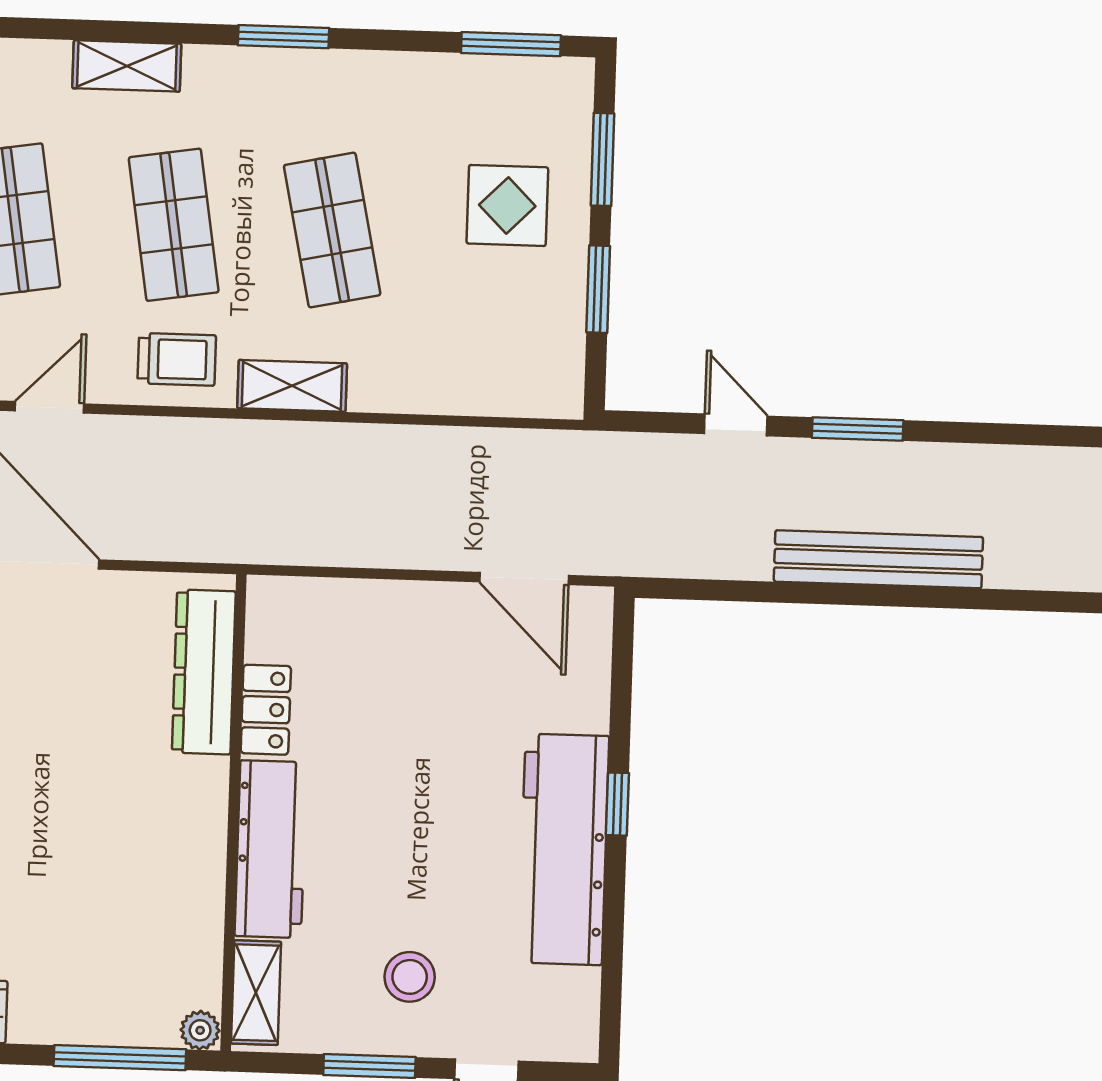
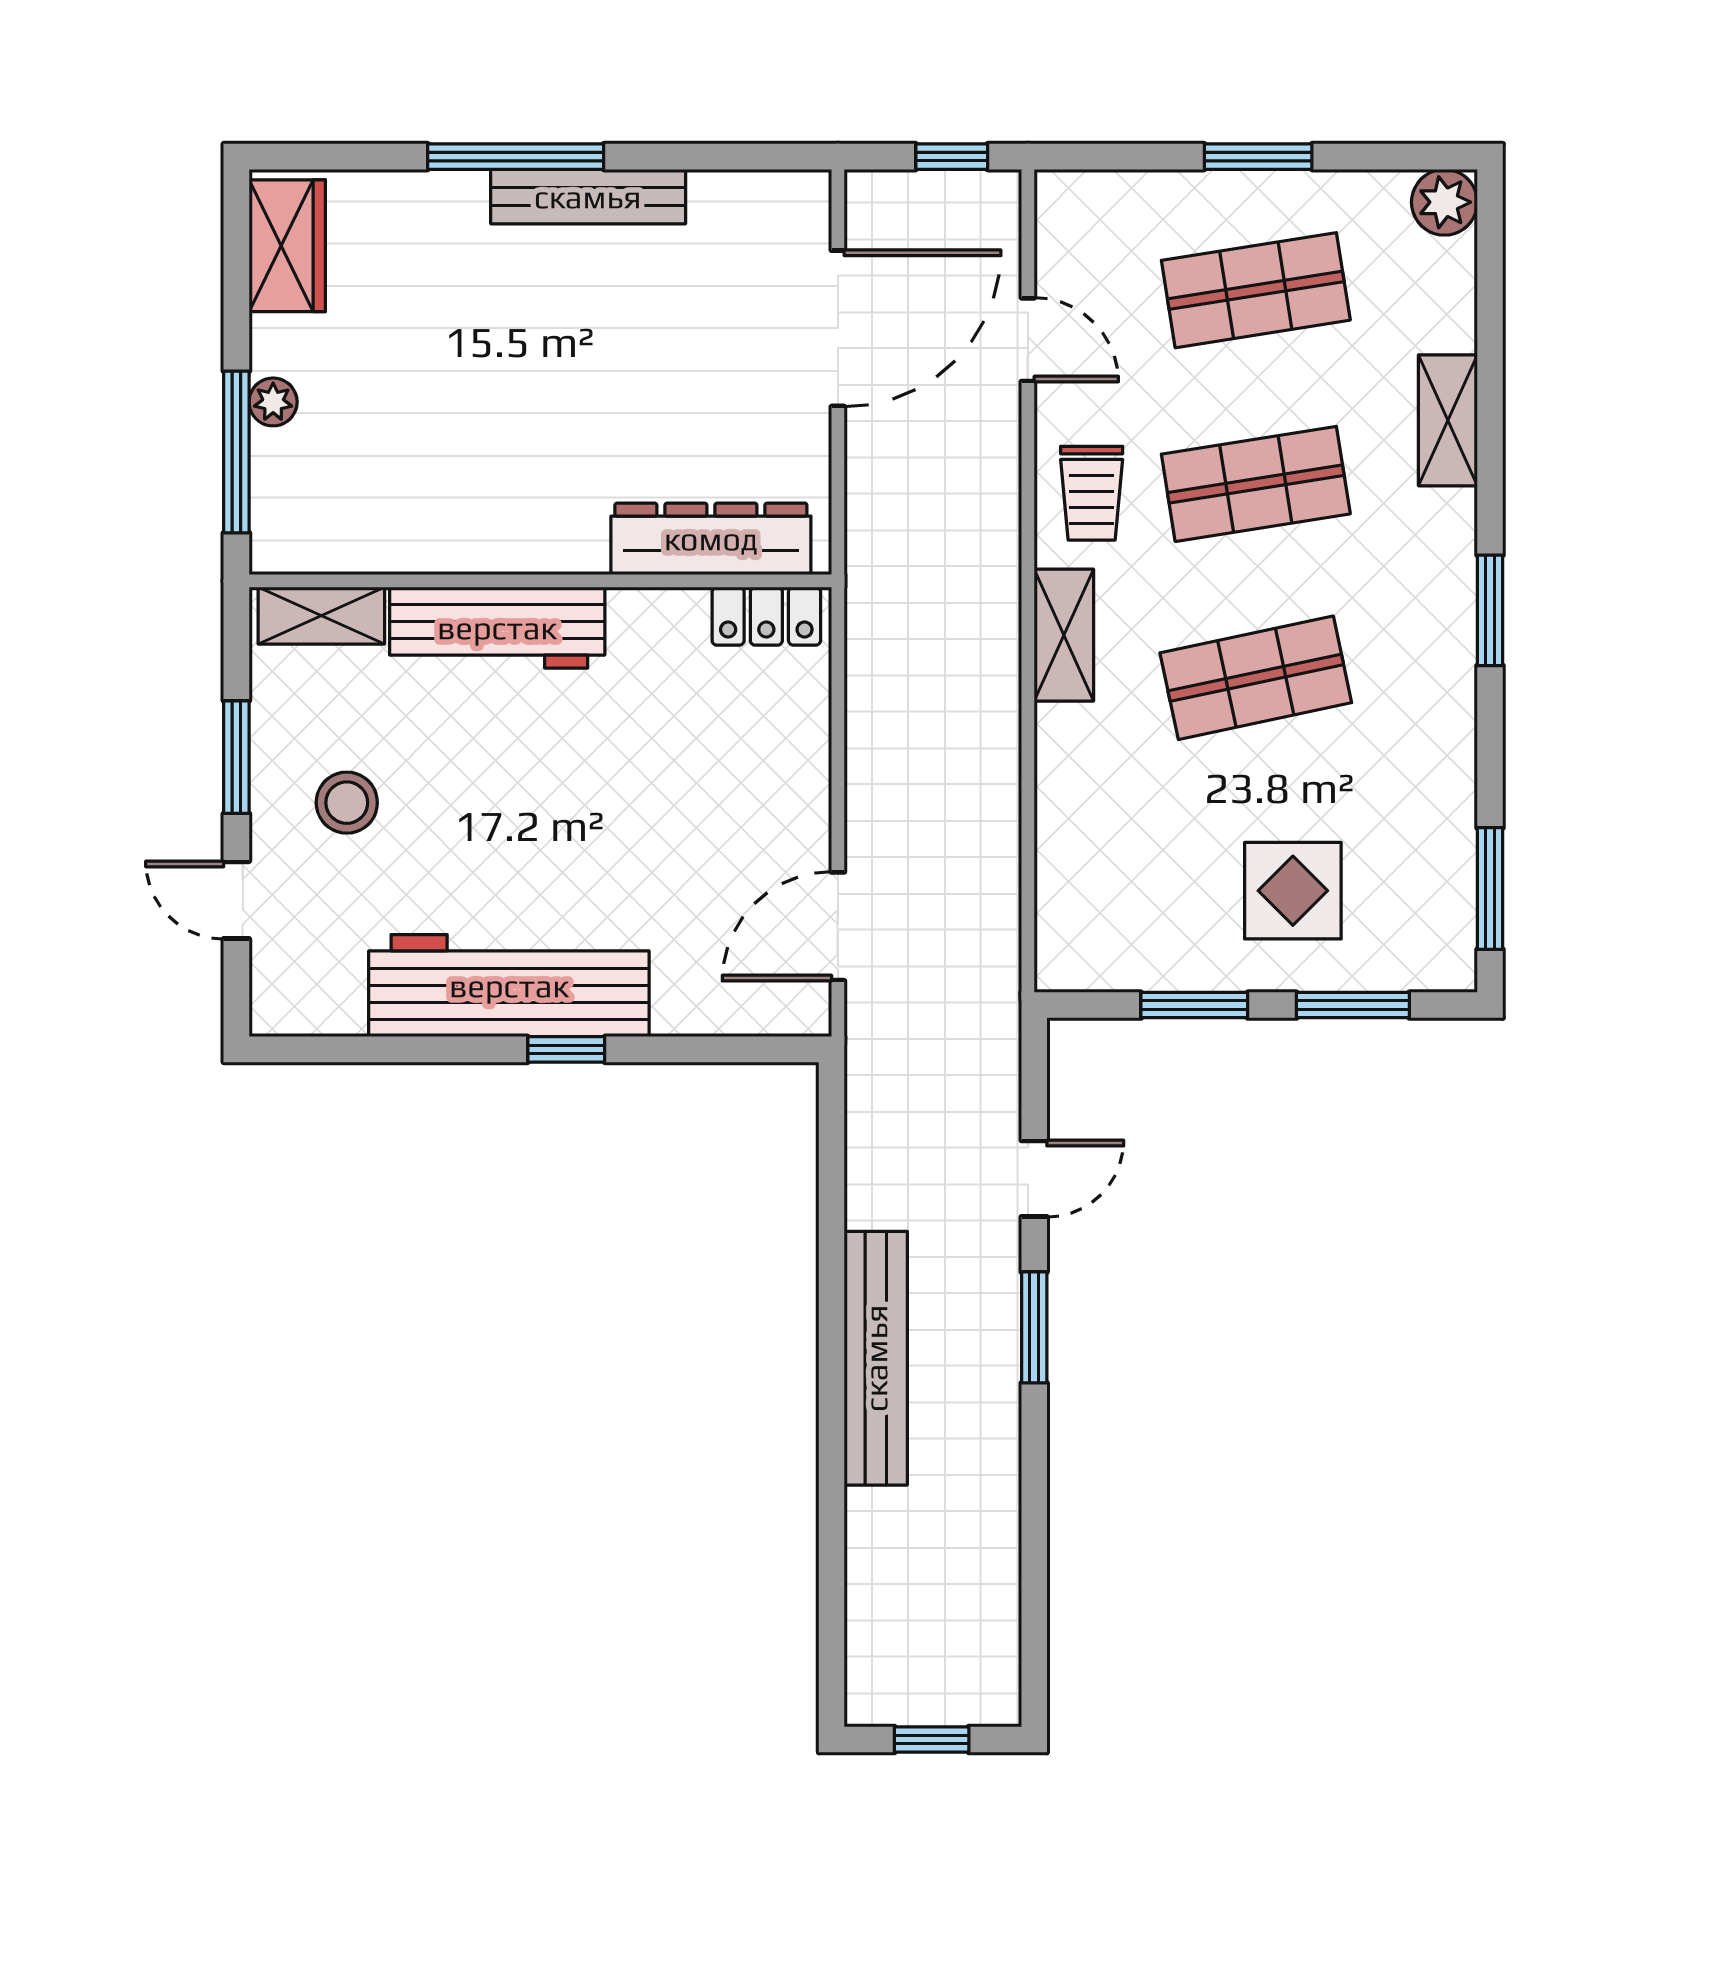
locker: (266, 710) -> (766, 616), moved
plant: (200, 1030) -> (273, 402), moved

